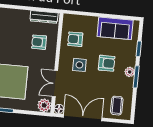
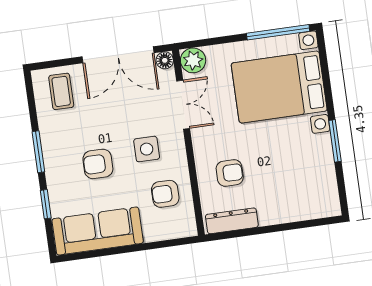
sofa: (115, 28) -> (98, 231), width x1.36
armchair: (75, 39) -> (165, 194), turned 180
plant: (130, 72) -> (52, 158), removed

